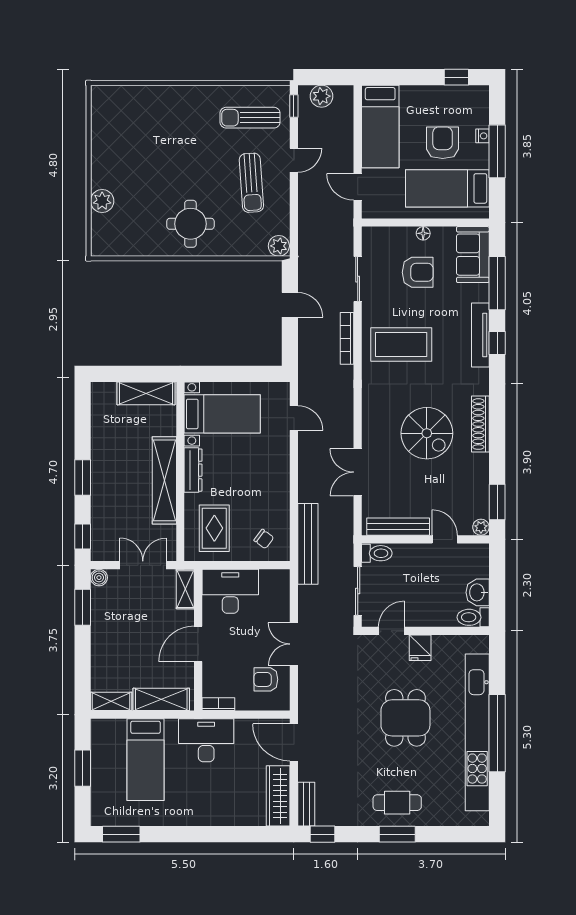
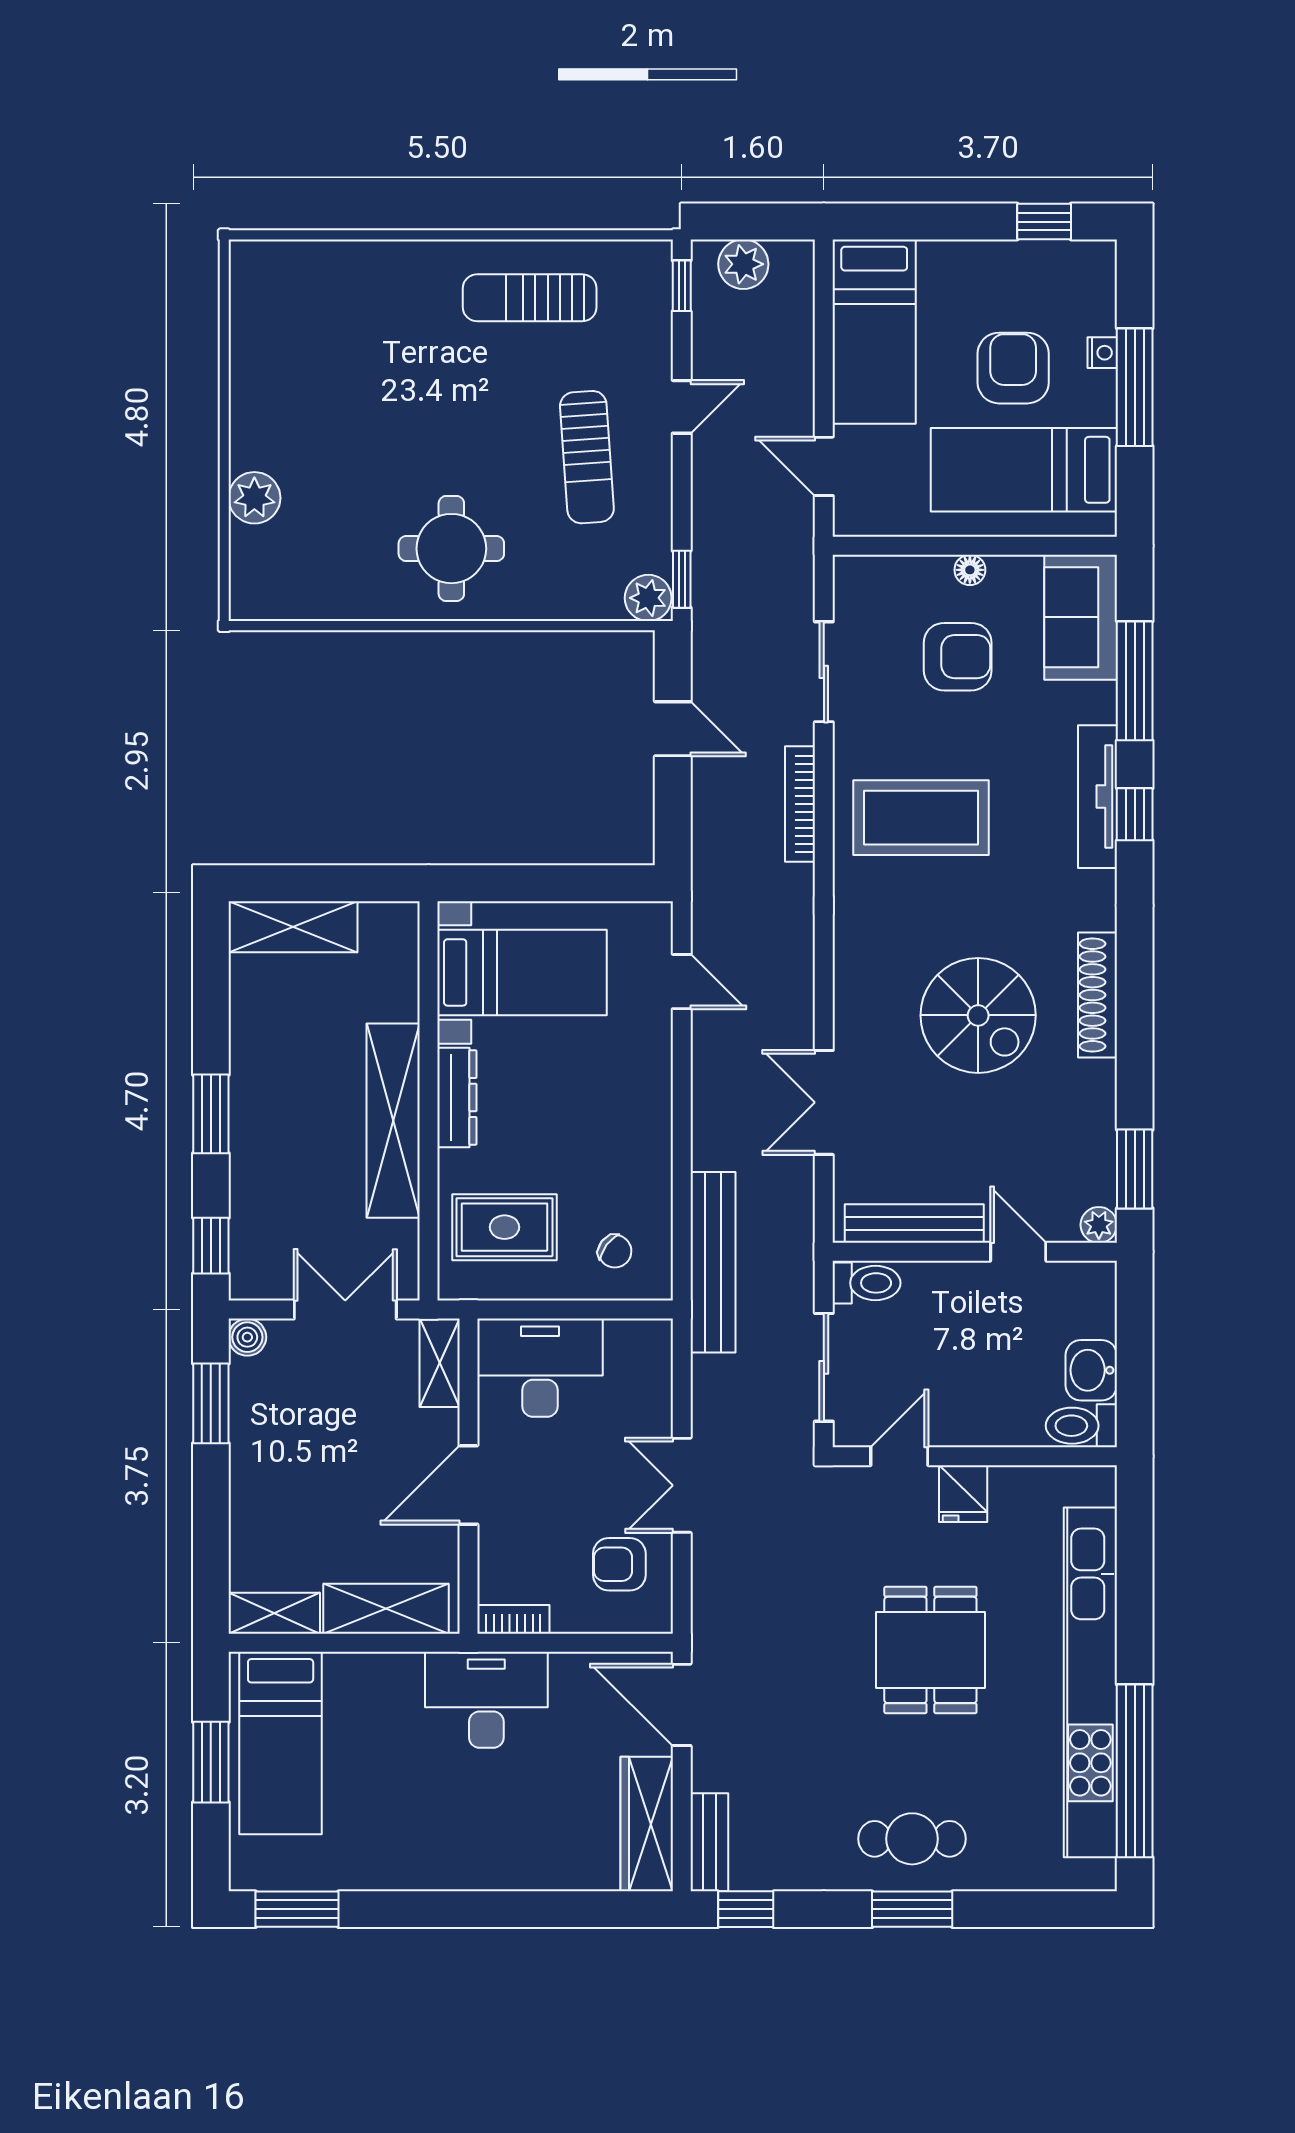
sun lounger: (250, 118) -> (530, 298), moved
window: (294, 238) -> (682, 579), added
shelving: (146, 393) -> (293, 927), moved
rug: (214, 528) -> (505, 1227), turned 90
window: (497, 733) -> (1135, 1771), moved
bed: (146, 760) -> (281, 1743), moved

